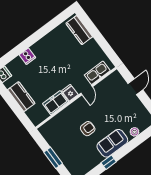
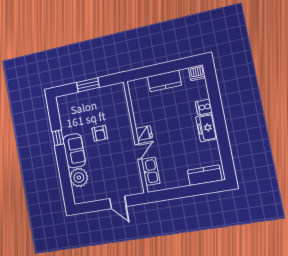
door: (87, 90) -> (138, 152), swing flipped
freezer: (56, 103) -> (207, 128), moved, turned 180
plant: (134, 132) -> (79, 177), width x1.88, depth x1.88

